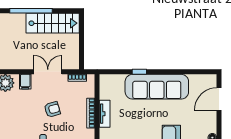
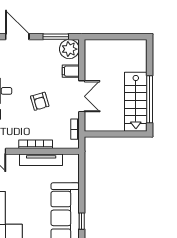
window: (31, 11) -> (150, 99), moved
window: (139, 72) -> (82, 221), moved
tv unit: (105, 114) -> (41, 160), width x1.41

